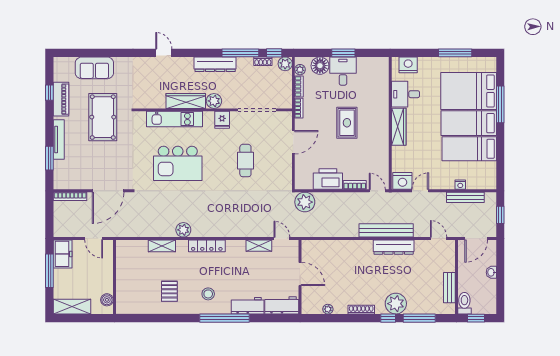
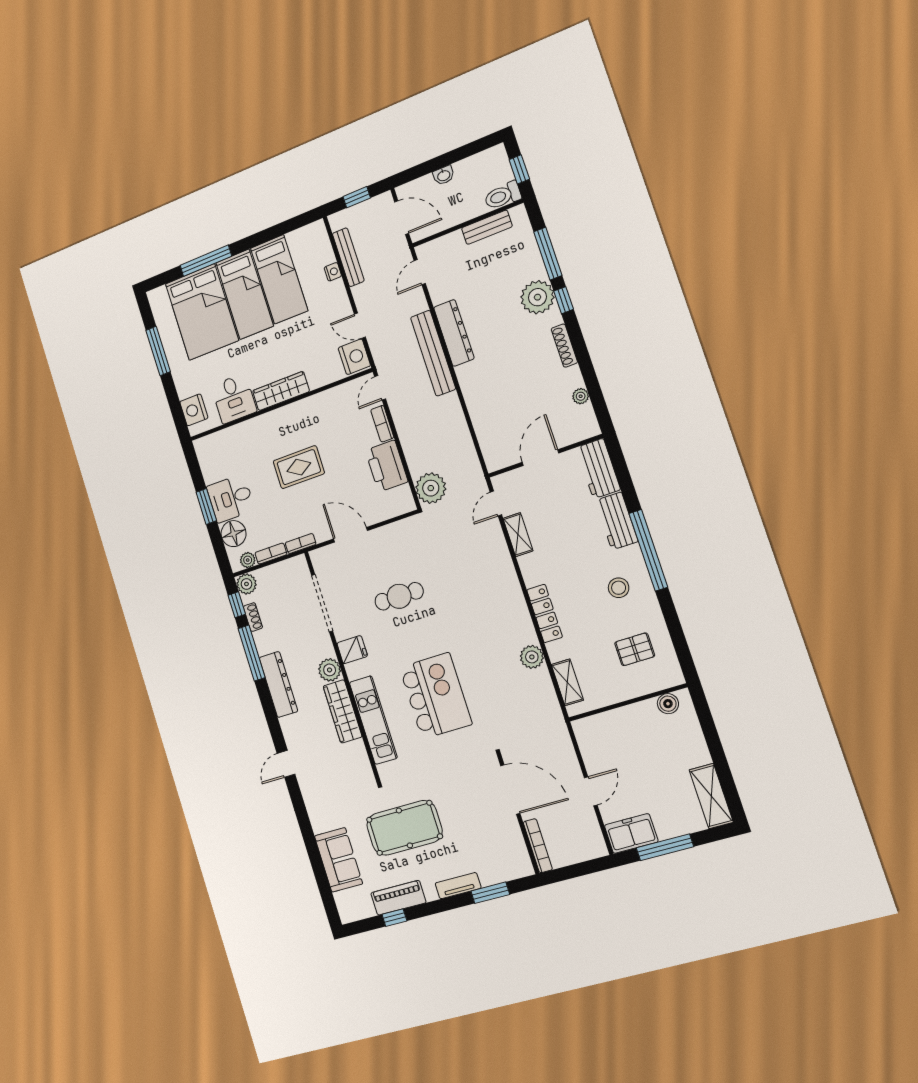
tv unit: (59, 139) -> (458, 886), width x0.71
wall: (114, 277) -> (627, 703), moved
boiler: (107, 300) -> (668, 704), moved

